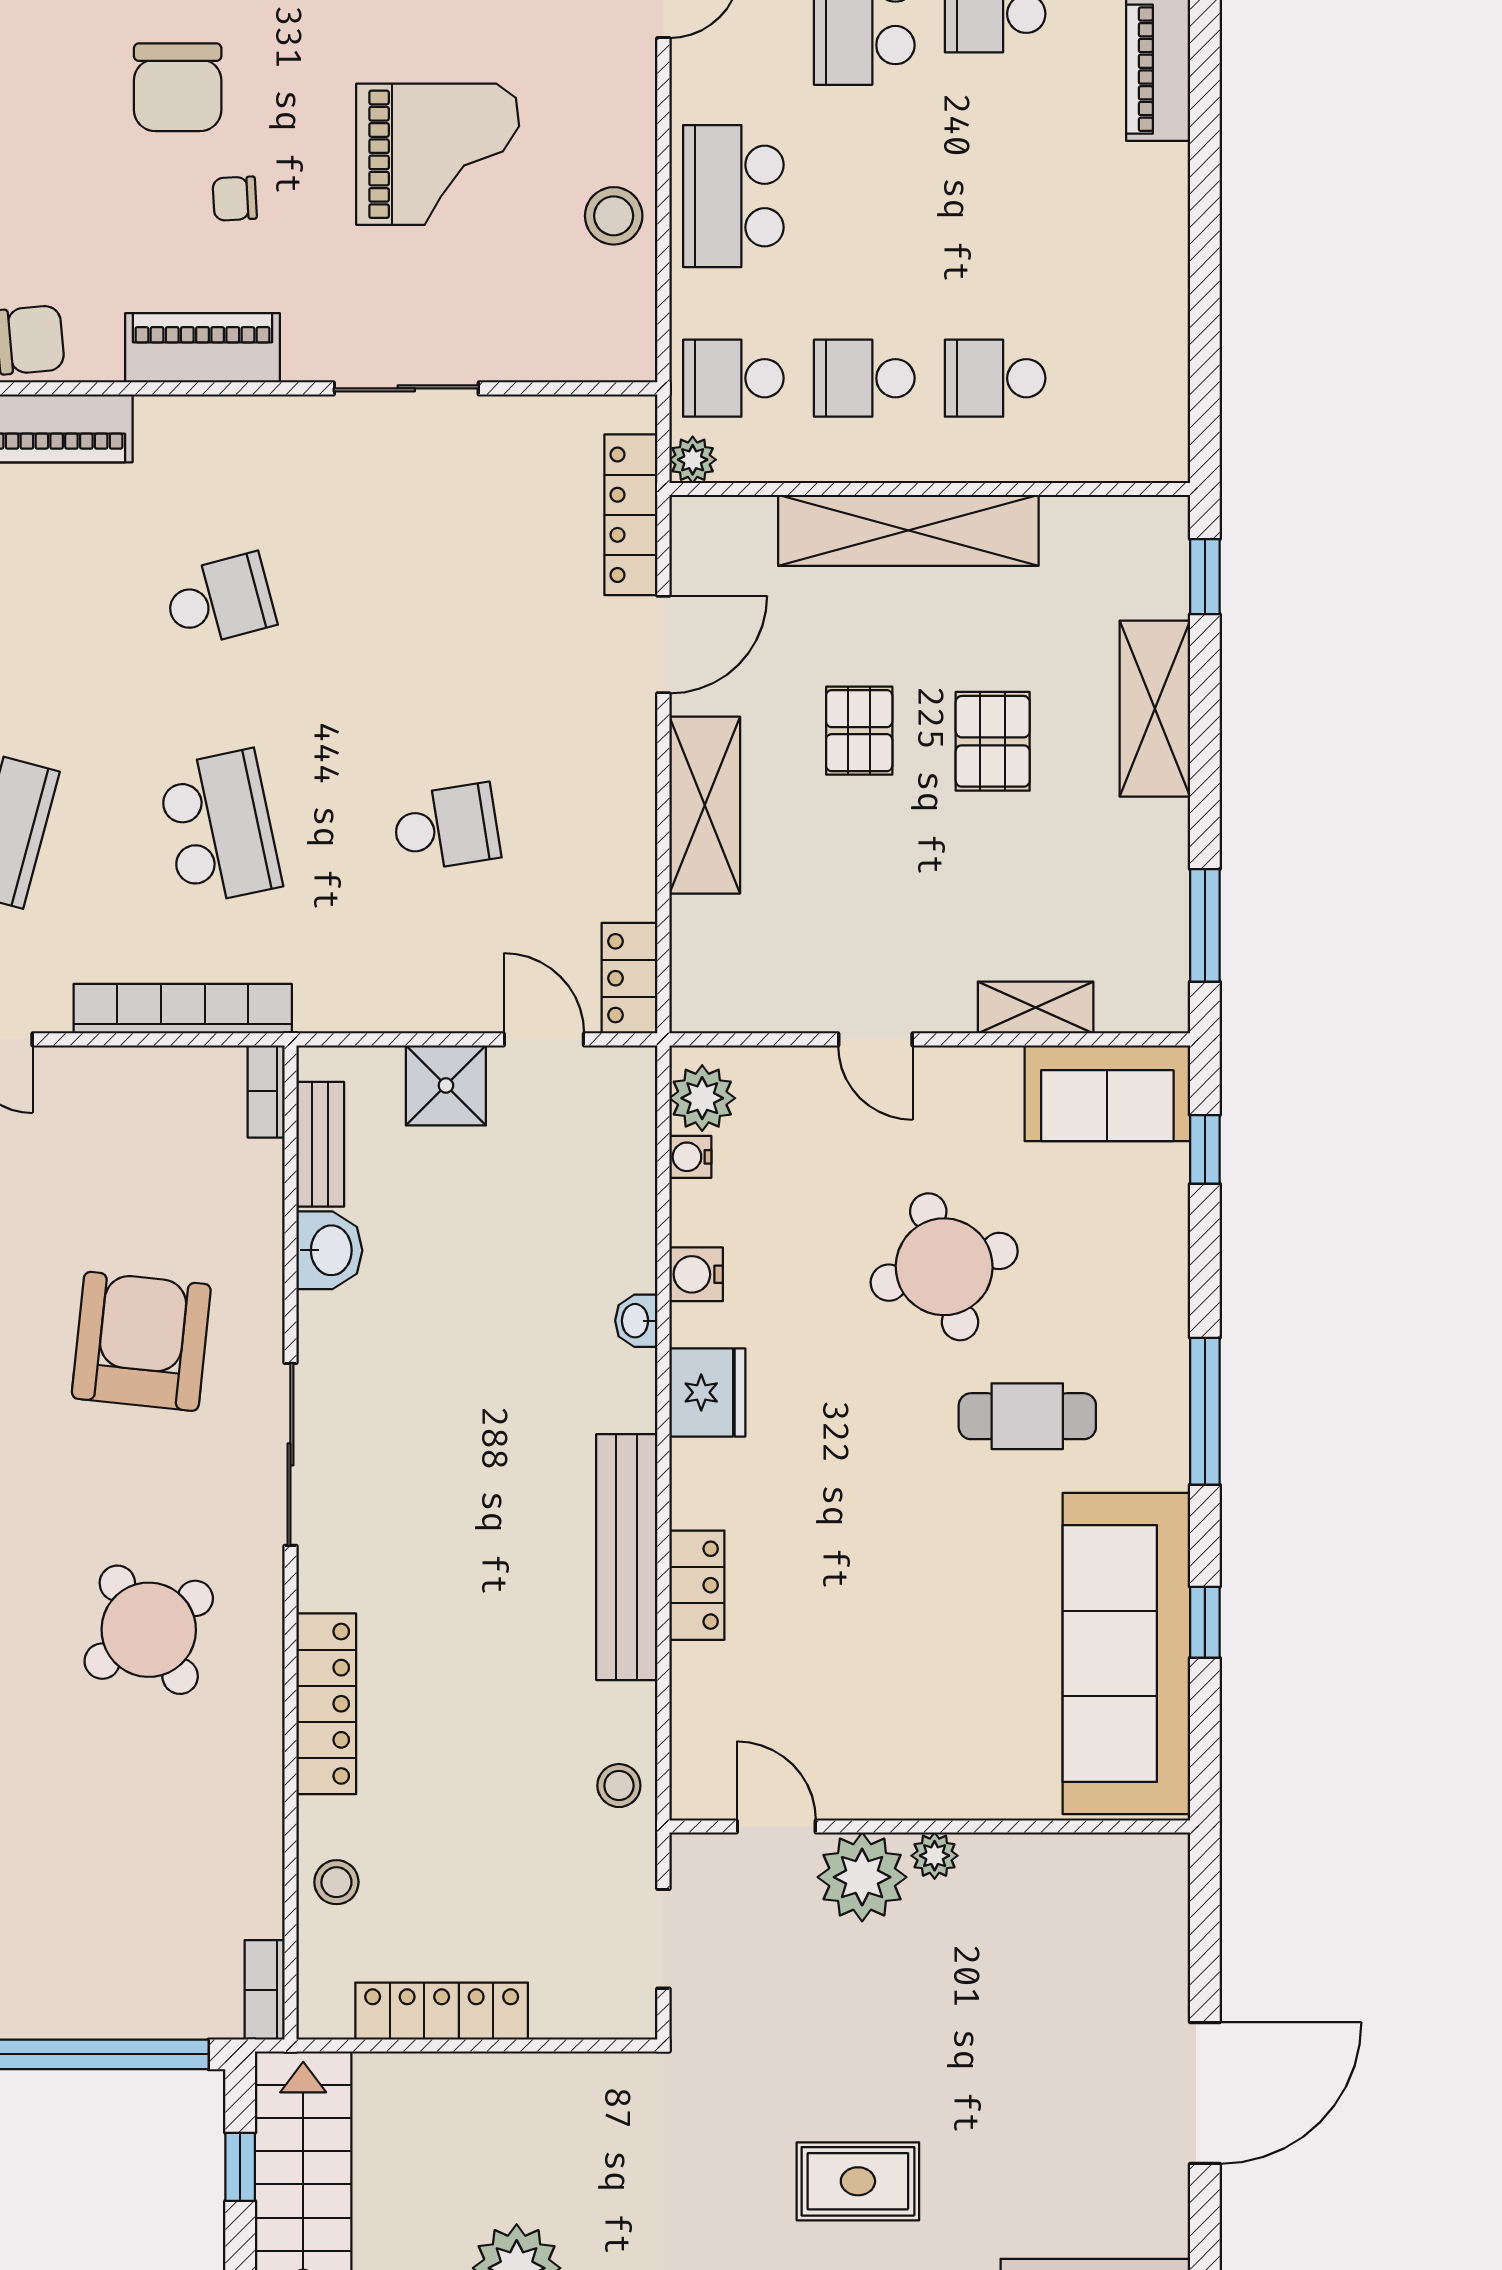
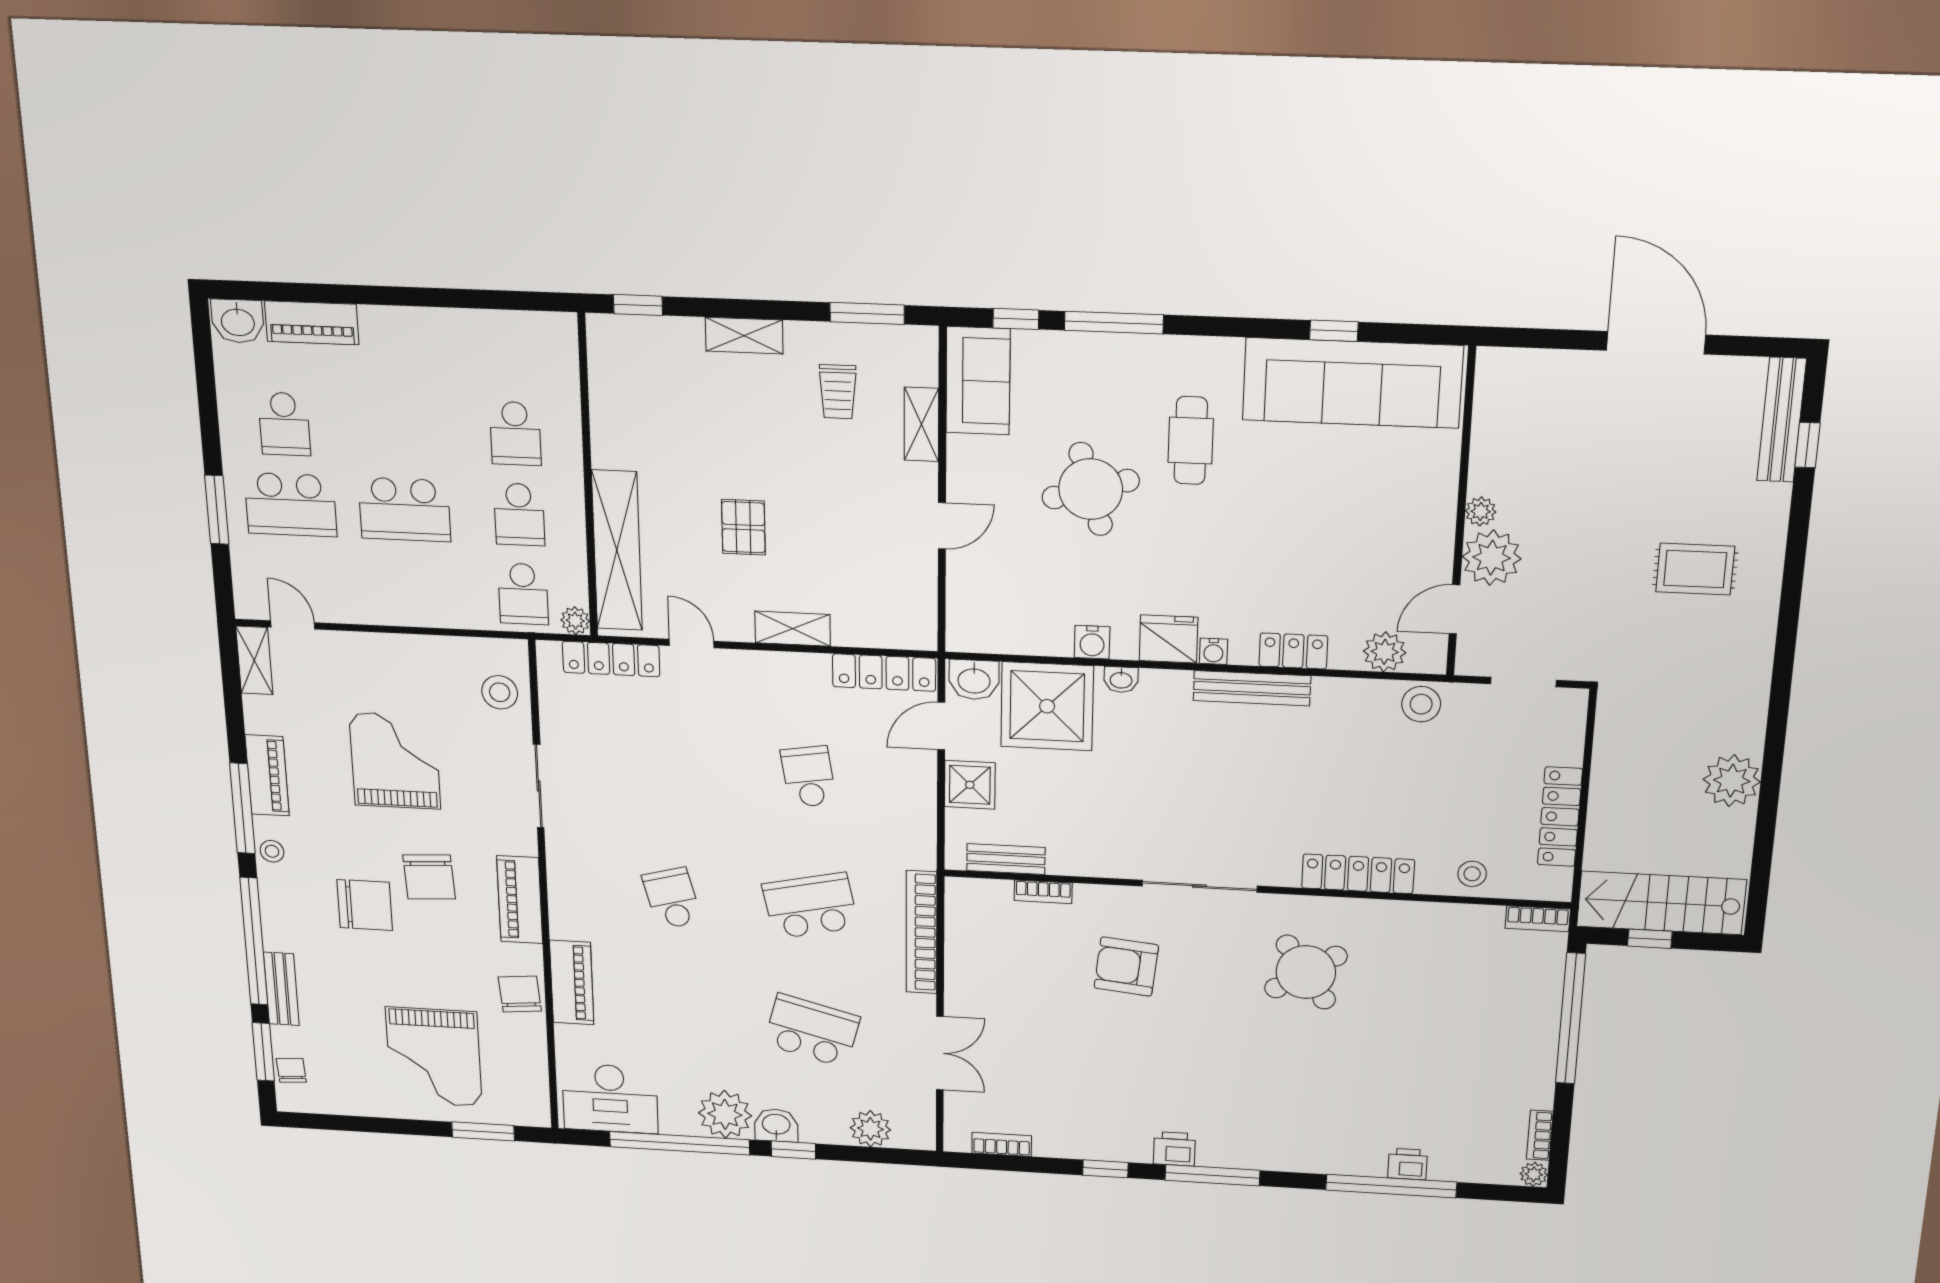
school desk: (733, 196) -> (405, 510), moved
chair: (235, 199) -> (429, 877), width x1.87, depth x1.87
stool: (614, 216) -> (500, 692), moved
shelving: (908, 530) -> (617, 551), moved
door: (663, 645) -> (692, 643), width x0.73
shelving: (1155, 709) -> (744, 336), width x0.67, depth x0.75
pallet: (859, 731) -> (743, 527), turned 90
pallet: (993, 741) -> (749, 444), removed
shelving: (705, 805) -> (793, 629), width x0.67, depth x0.75
trolley: (1082, 880) -> (838, 392), added
locker: (629, 978) -> (884, 673), width x1.53
bookcase: (266, 1091) -> (1043, 892), moved
plant: (702, 1098) -> (1385, 652), moved
water cooler: (690, 1157) -> (1213, 651), moved
shower: (586, 1206) -> (1047, 706), added
washbasin: (329, 1250) -> (974, 680), moved, turned 180
armchair: (141, 1341) -> (1126, 966), width x0.73, depth x0.73
window: (1205, 1411) -> (1114, 323), moved
bench: (627, 1557) -> (1252, 688), width x0.73, depth x0.82
stool: (619, 1786) -> (1421, 704), width x1.37, depth x1.37
rug: (858, 2181) -> (1695, 569), turned 90

